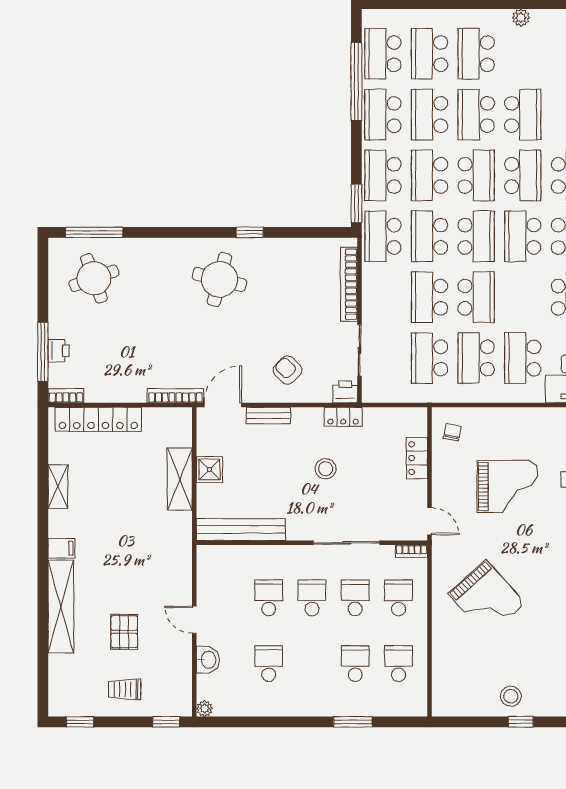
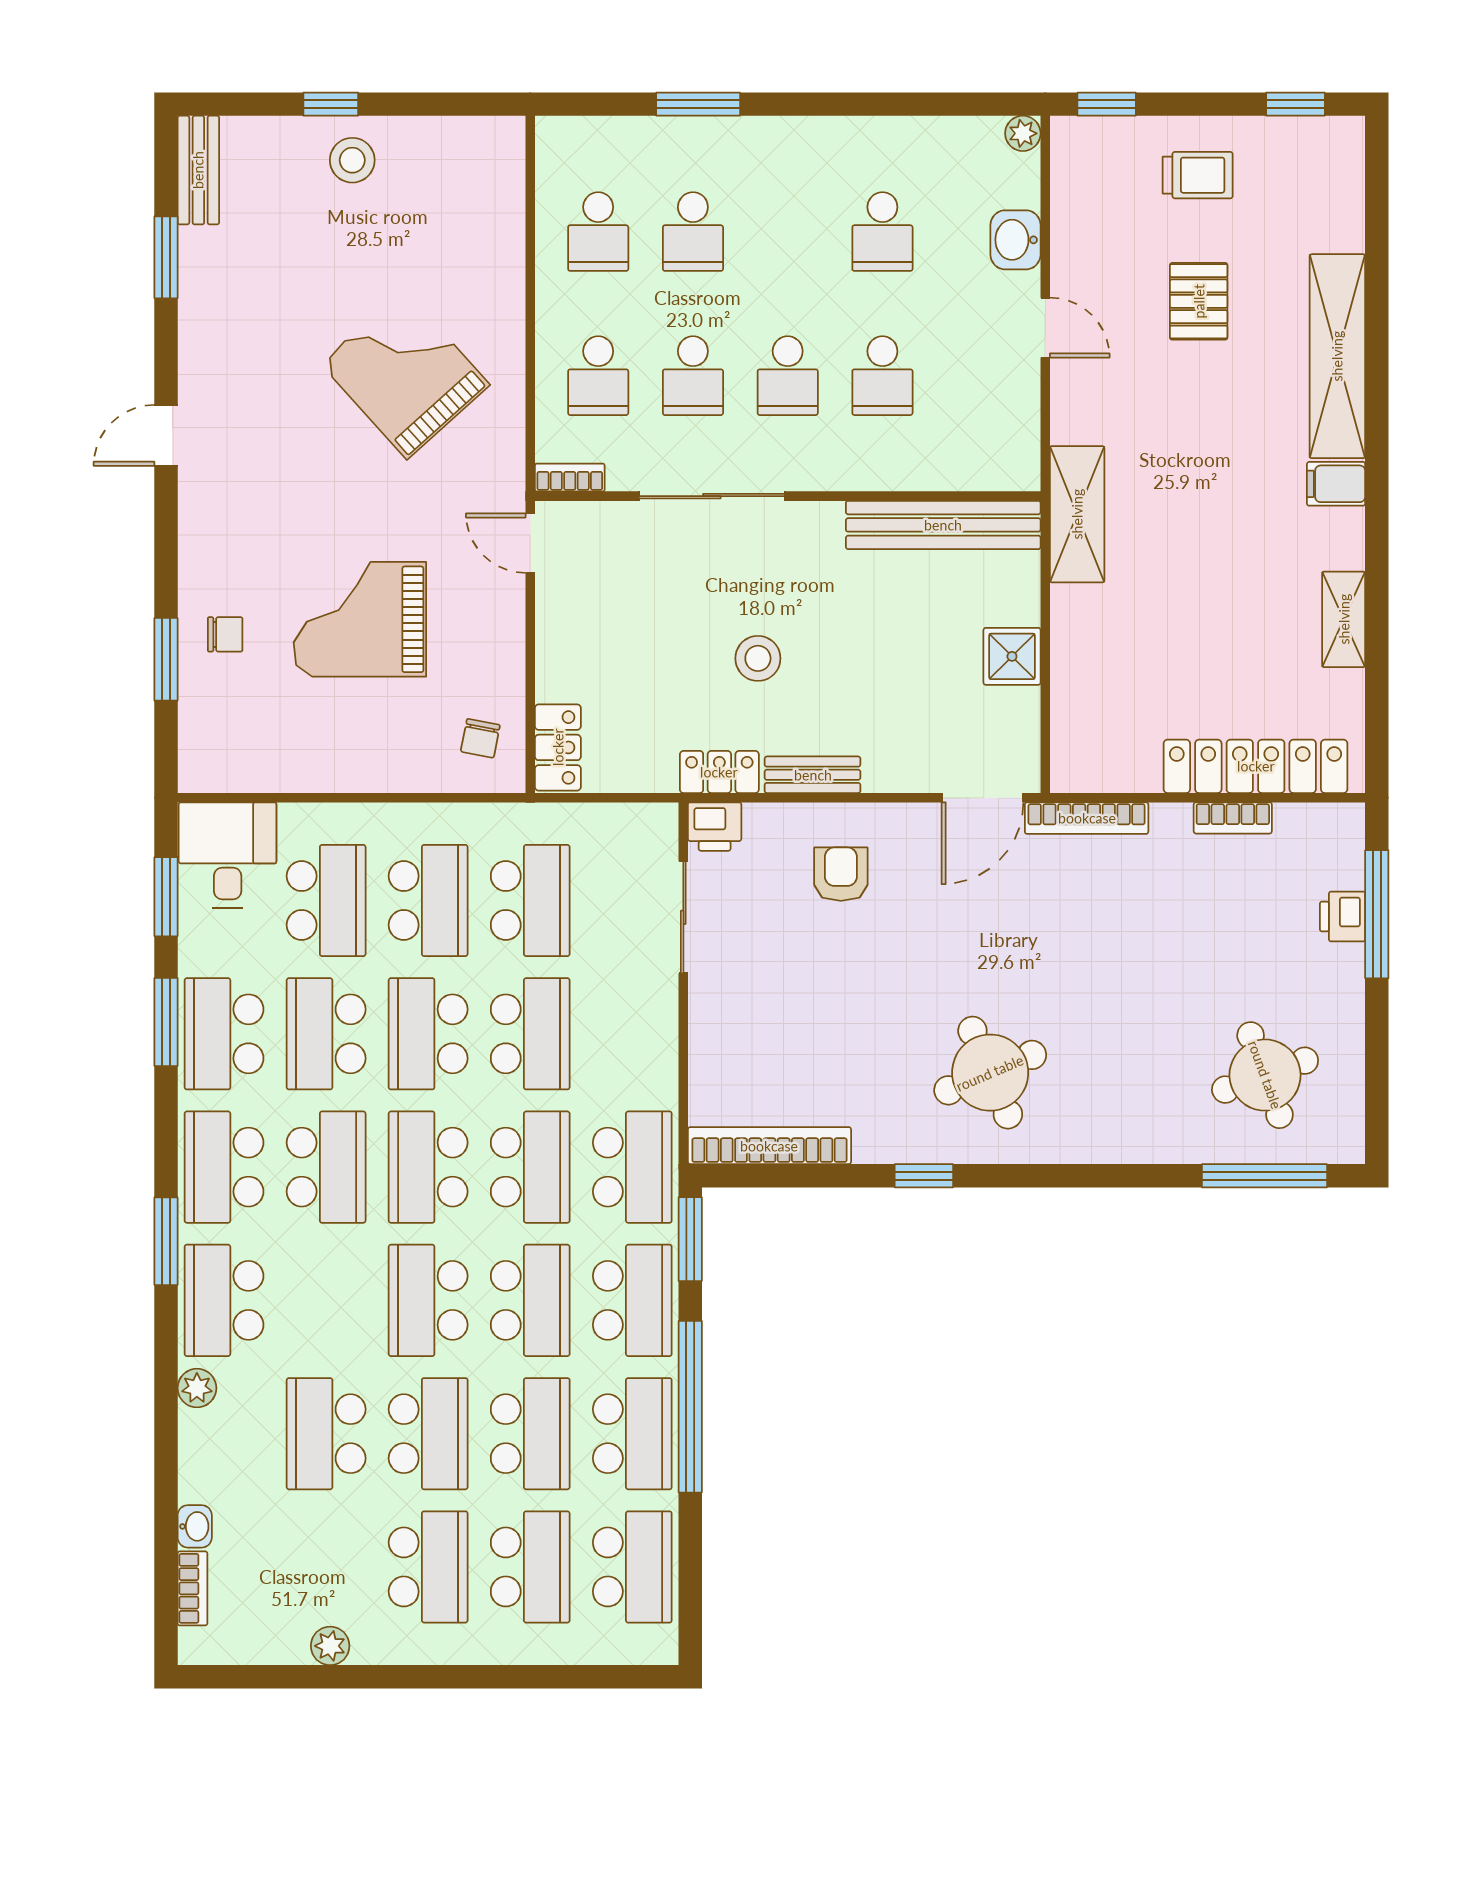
window: (356, 81) -> (690, 1407), moved
school desk: (523, 175) -> (326, 1034), moved
round table: (219, 279) -> (990, 1073), turned -37
bookcase: (349, 284) -> (769, 1146), moved, turned -90
armchair: (288, 370) -> (841, 874), turned -135
bookcase: (66, 396) -> (1233, 818), moved
bench: (268, 415) -> (813, 775), moved
locker: (417, 458) -> (558, 747), moved
shelving: (180, 479) -> (1077, 514), moved

